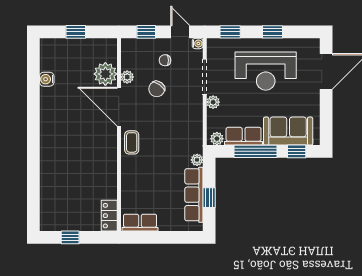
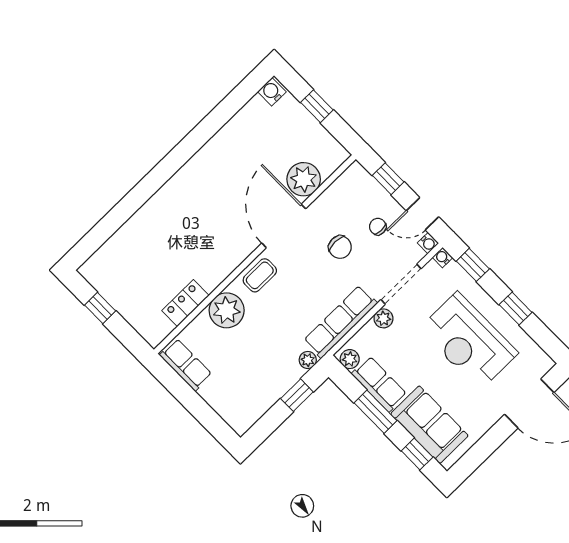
door: (180, 32) -> (423, 214), swing flipped
water cooler: (212, 43) -> (443, 257), added
plant: (127, 77) -> (227, 310), moved, width x1.88, depth x1.88
water cooler: (47, 79) -> (272, 92), moved
chair: (157, 89) -> (340, 247), turned -126
window: (256, 151) -> (376, 412), width x0.69
row of seats: (194, 195) -> (341, 322), moved
window: (209, 198) -> (297, 395), moved
locker: (109, 216) -> (185, 303), moved

